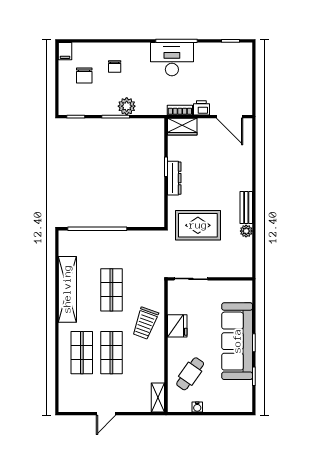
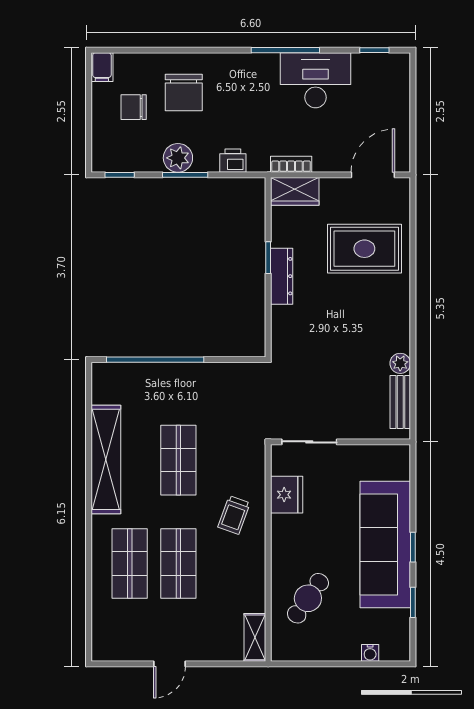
desk: (172, 59) -> (315, 80), moved
chair: (115, 66) -> (184, 92), width x1.87, depth x1.87
chair: (84, 75) -> (134, 107), turned 90
plant: (127, 106) -> (178, 158), moved
printer: (201, 108) -> (233, 161), moved
door: (230, 117) -> (373, 175), swing flipped
bench: (246, 208) -> (400, 402), moved
rug: (198, 225) -> (364, 249), moved
trolley: (145, 323) -> (234, 515), width x0.73, depth x0.72
fridge: (177, 326) -> (287, 495), moved
water cooler: (197, 407) -> (370, 653), moved

